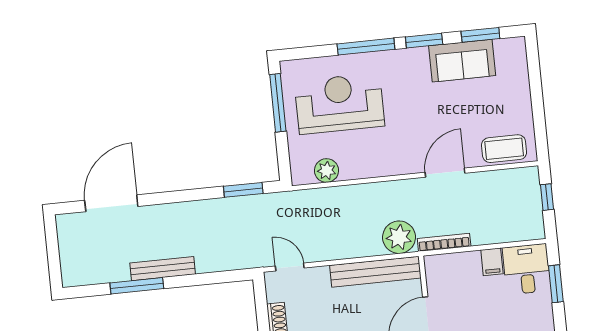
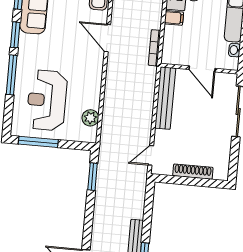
plant: (399, 237) -> (145, 78), removed

